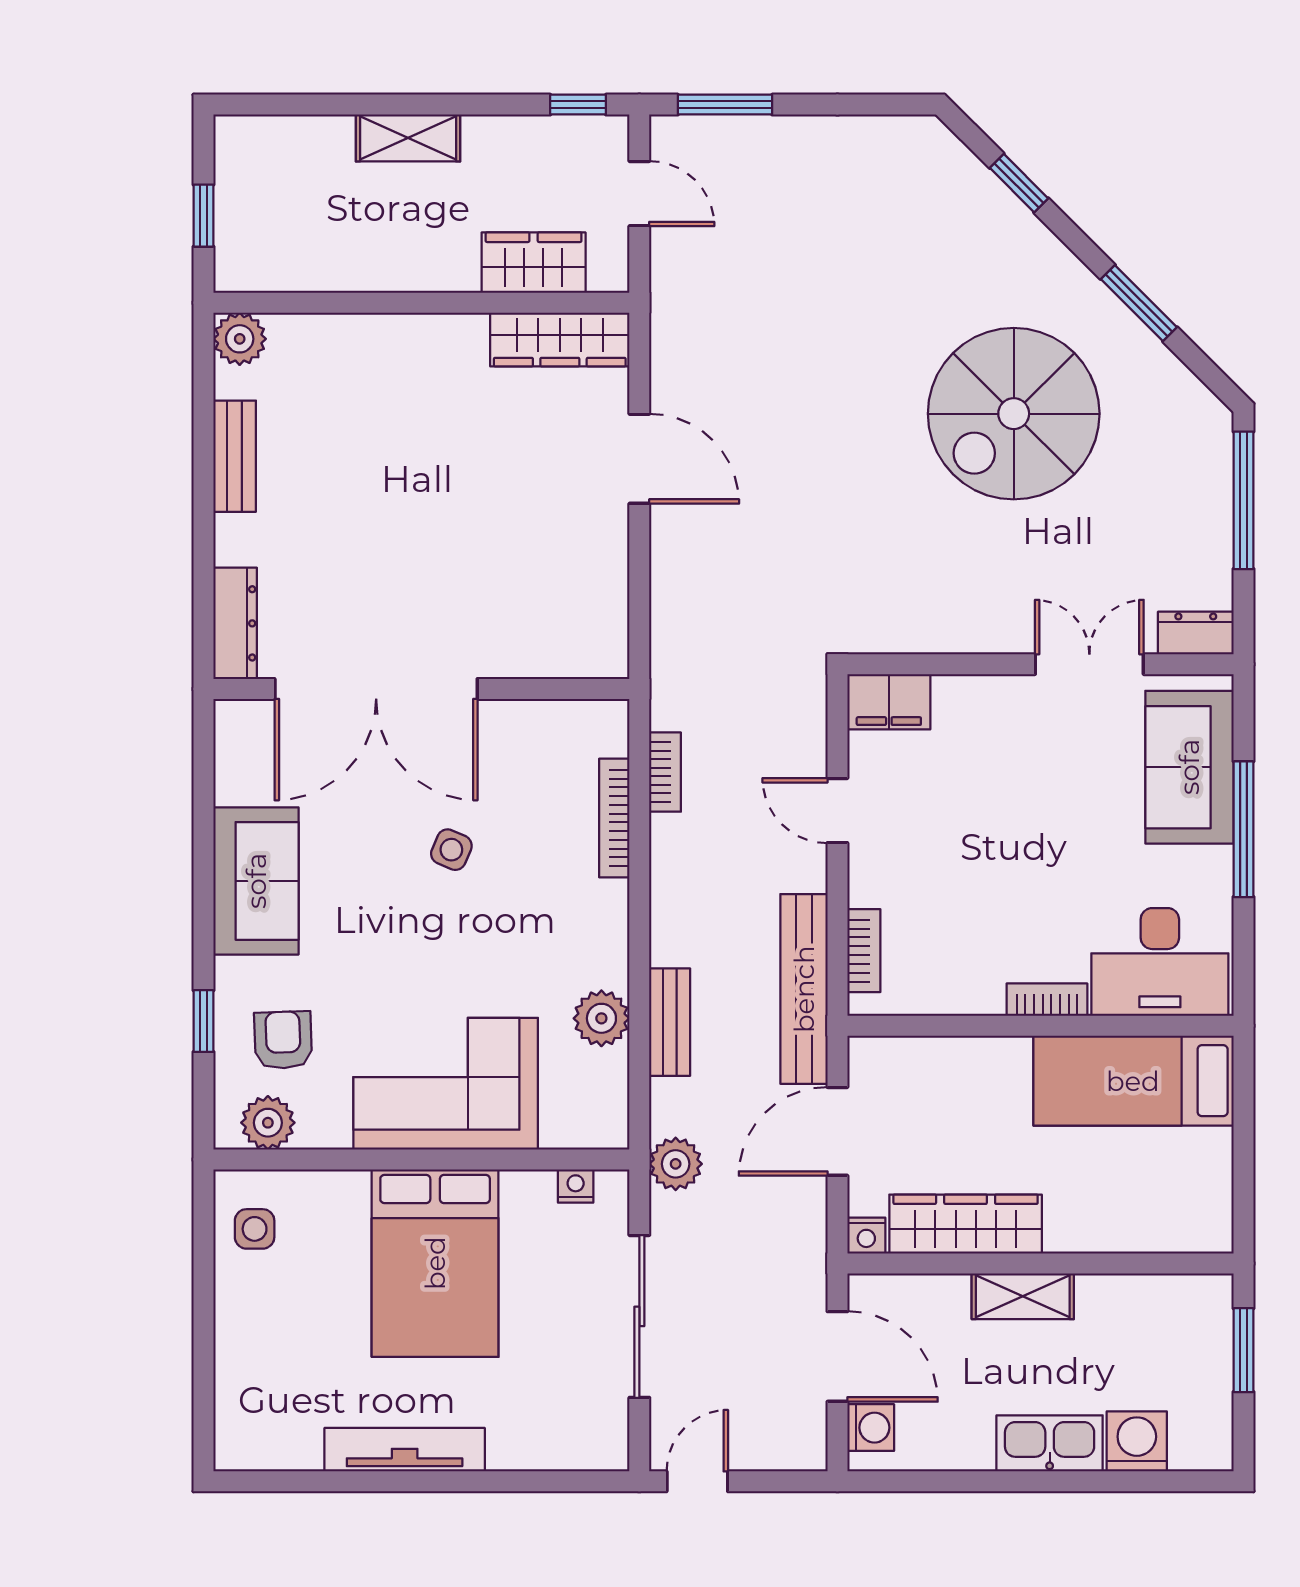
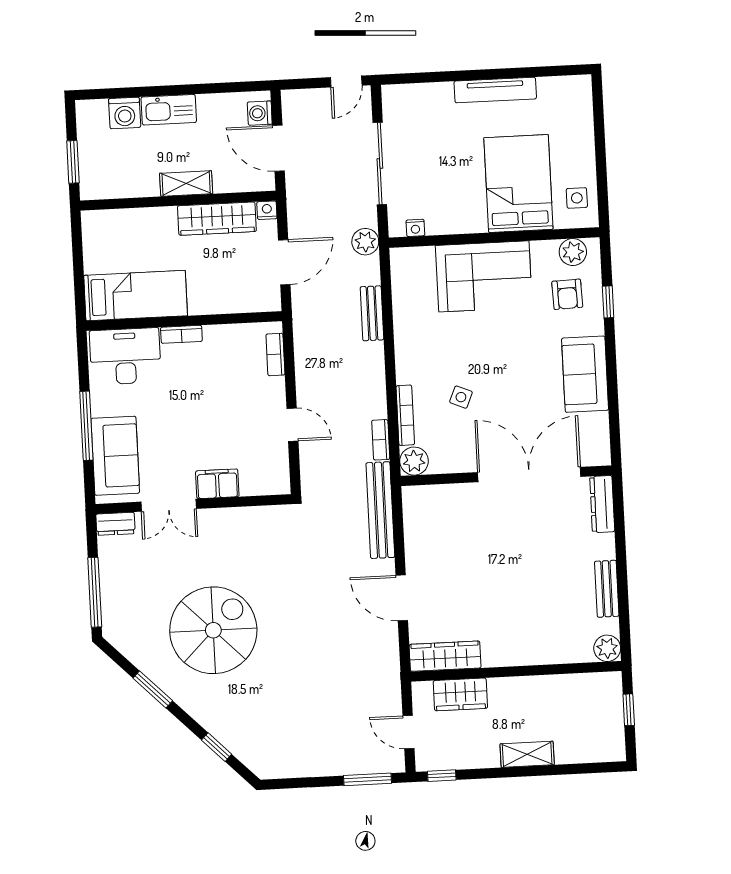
filing cabinet: (889, 702) -> (217, 484), moved
side table: (451, 850) -> (461, 397), moved
bench: (804, 989) -> (380, 510), moved
plant: (601, 1018) -> (414, 461), moved
bed: (435, 1263) -> (518, 183), moved

